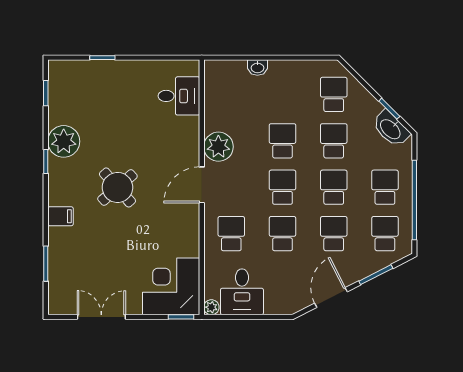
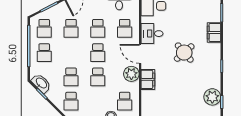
desk: (179, 96) -> (152, 34), moved
filing cabinet: (187, 136) -> (148, 79), added
plant: (64, 141) -> (212, 97), moved
door: (202, 185) -> (140, 54), swing flipped
school desk: (334, 187) -> (125, 101), moved
filing cabinet: (60, 216) -> (214, 32), width x2.00

